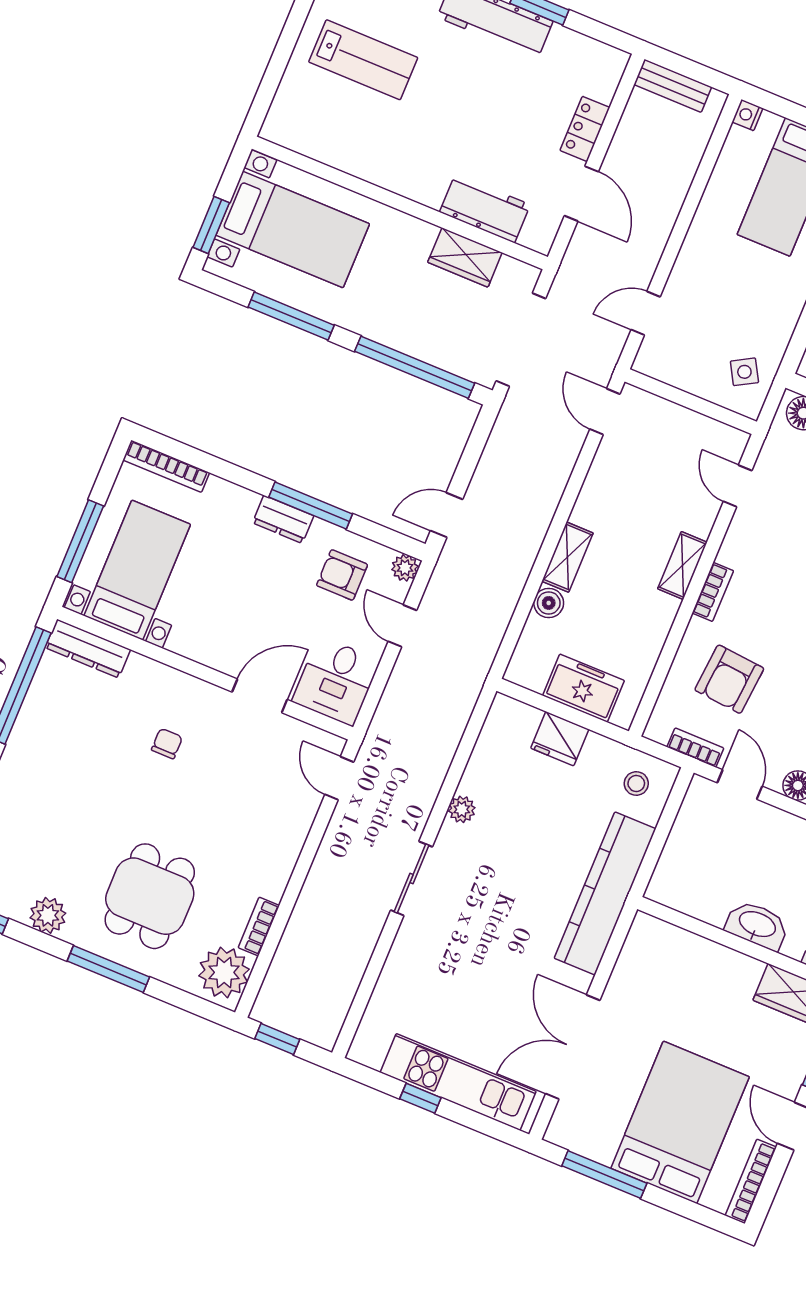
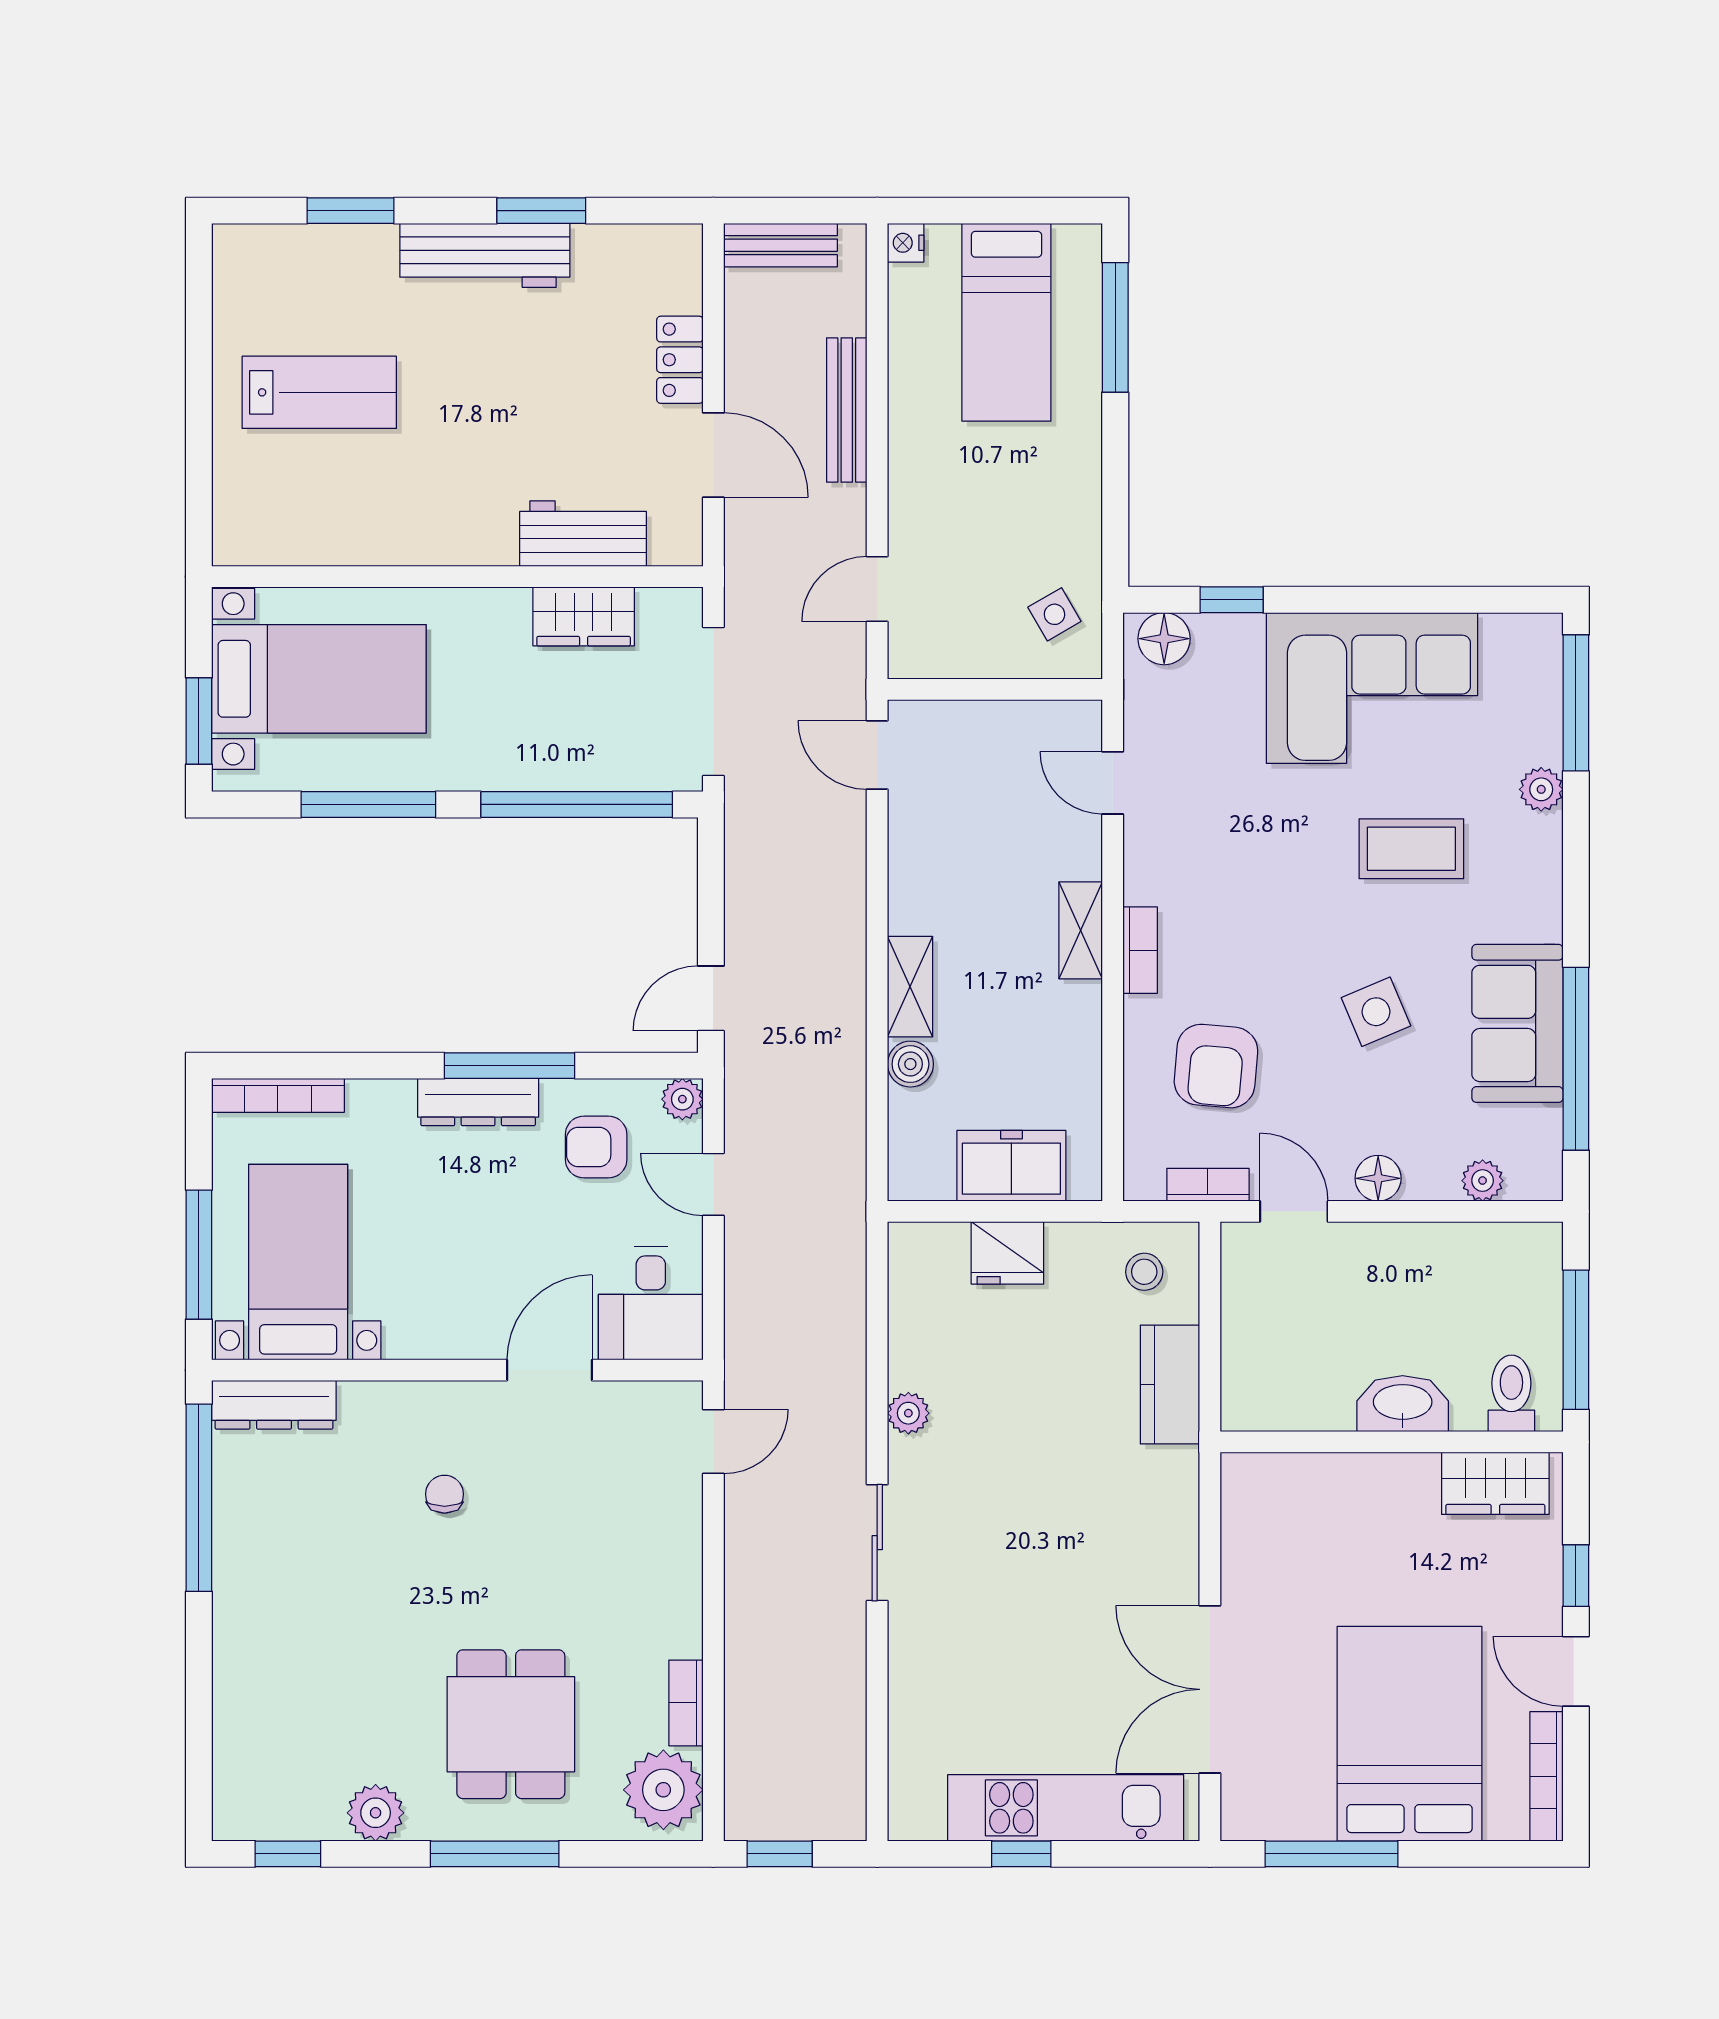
bench: (672, 200) -> (847, 410), added
dresser: (283, 519) -> (478, 1102), width x1.44
door: (339, 778) -> (713, 1441), swing flipped
kitchen counter: (605, 894) -> (1170, 1385), width x0.48, depth x0.86

